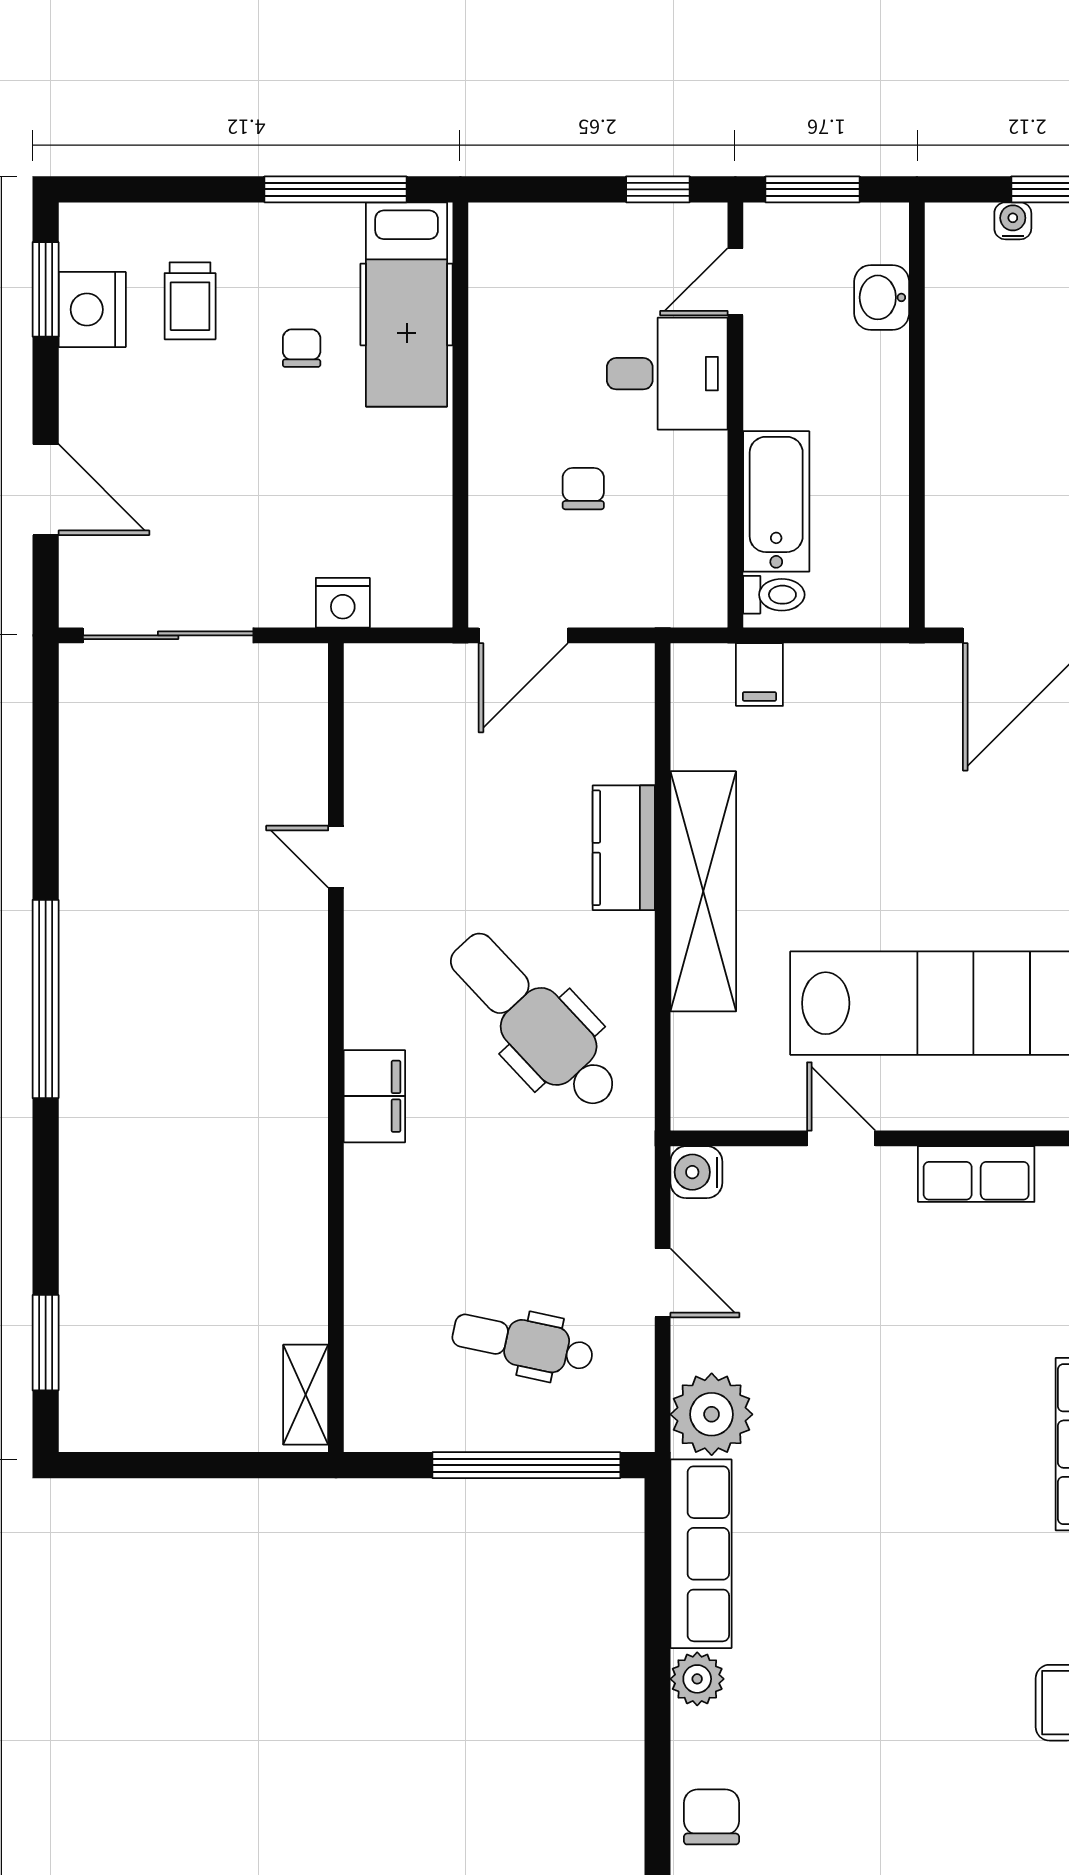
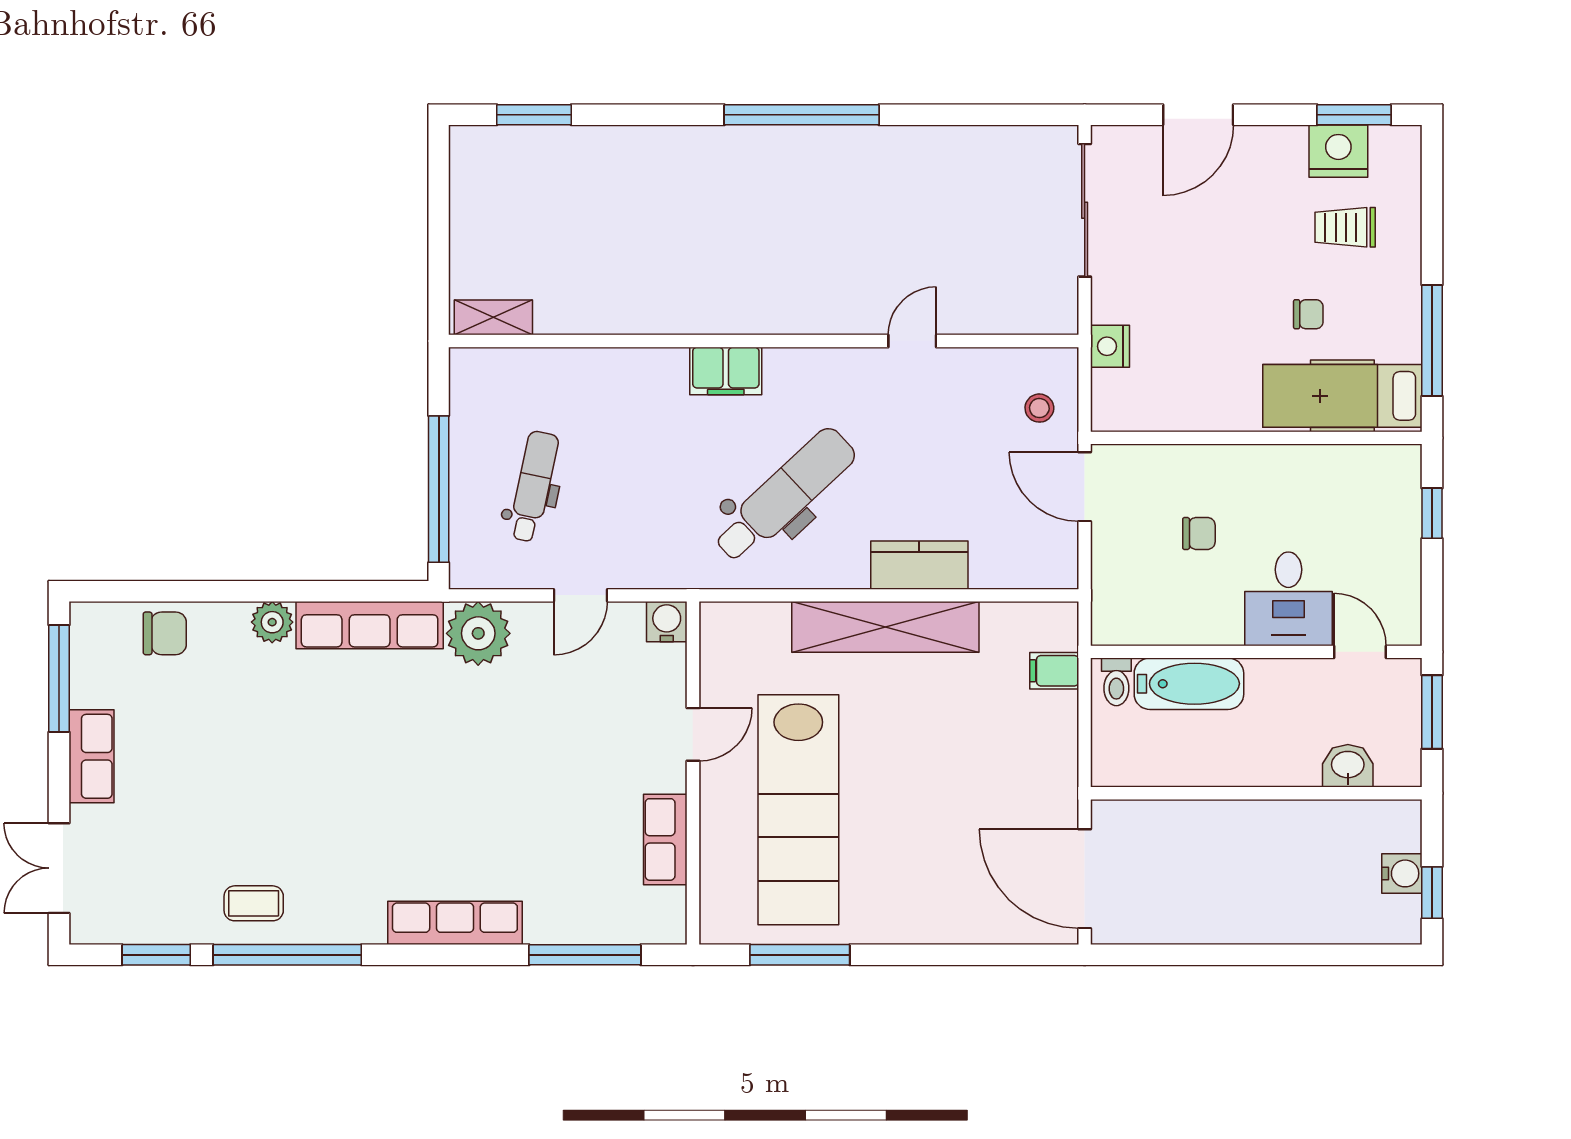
window: (658, 189) -> (1432, 513), moved
water cooler: (1013, 221) -> (1402, 873), width x1.38, depth x1.38
stool: (422, 694) -> (1039, 408), added

